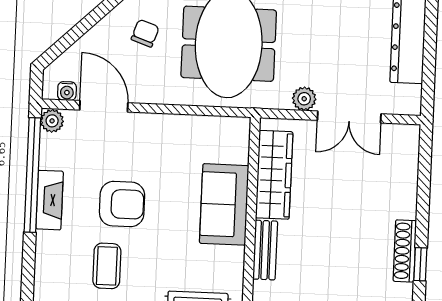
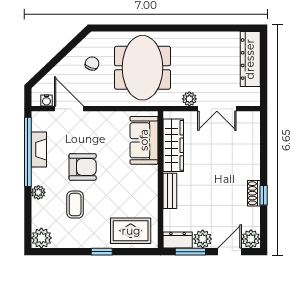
plant: (52, 121) -> (38, 192), moved
fireplace: (50, 200) -> (39, 150), moved
sofa: (224, 204) -> (144, 140), moved
shoe rack: (405, 251) -> (254, 193), width x0.70

